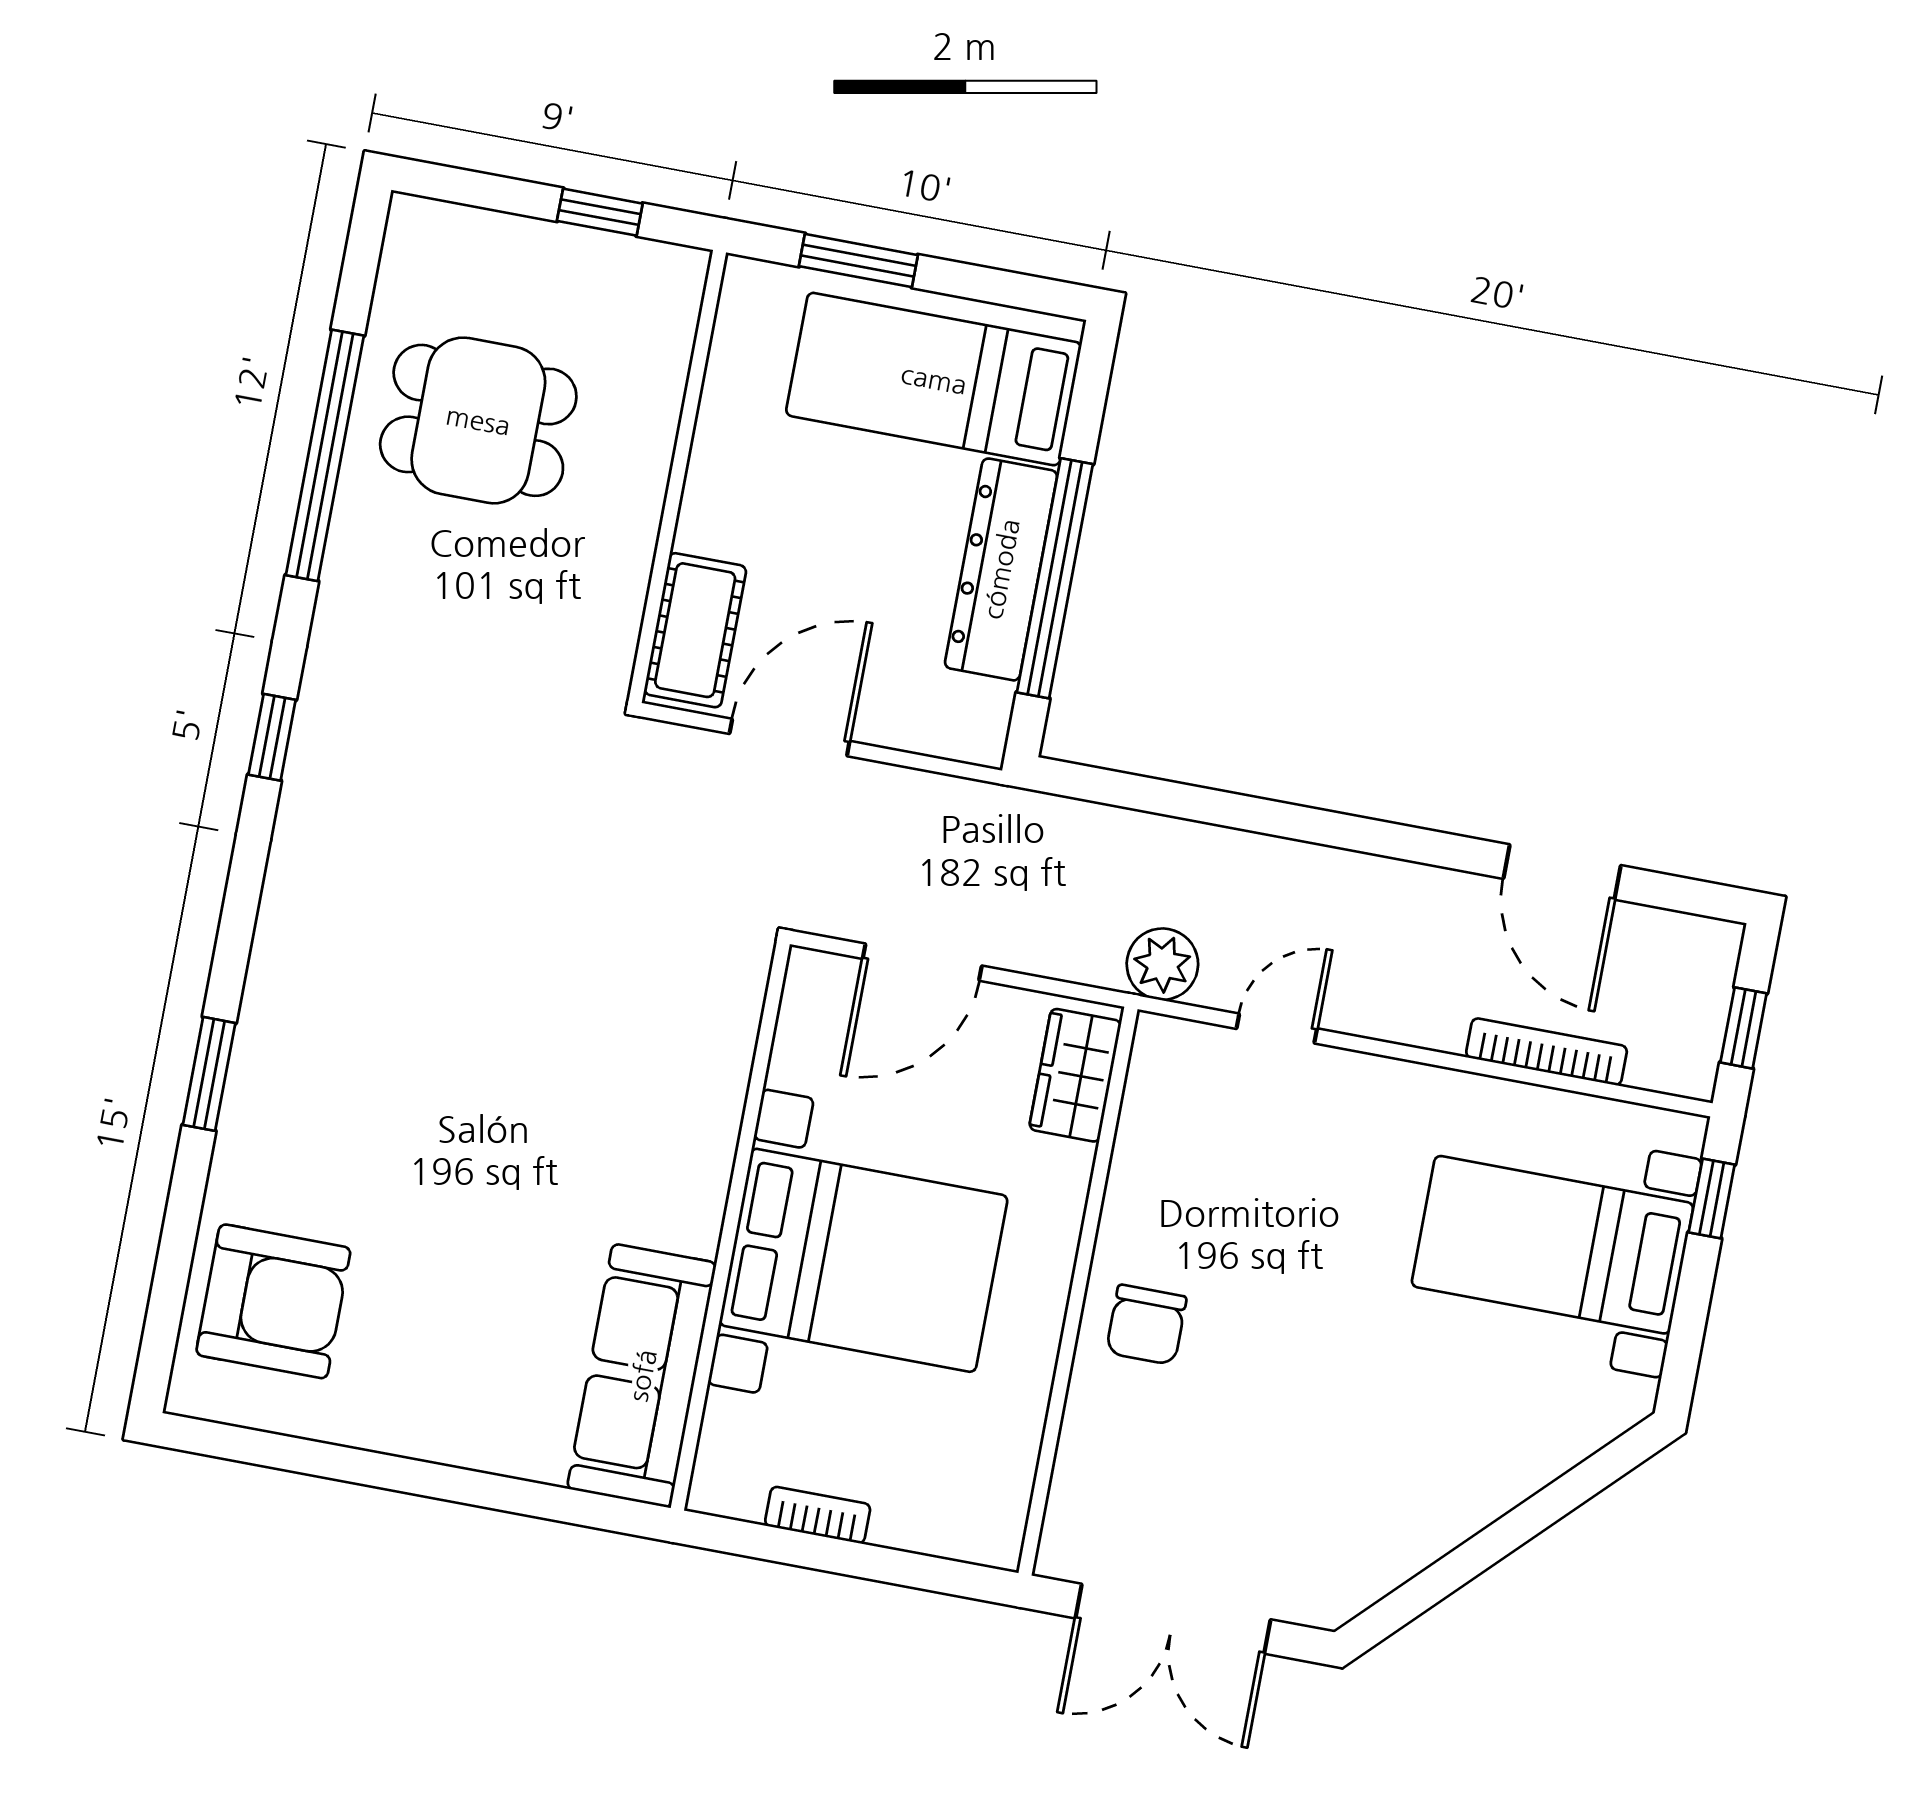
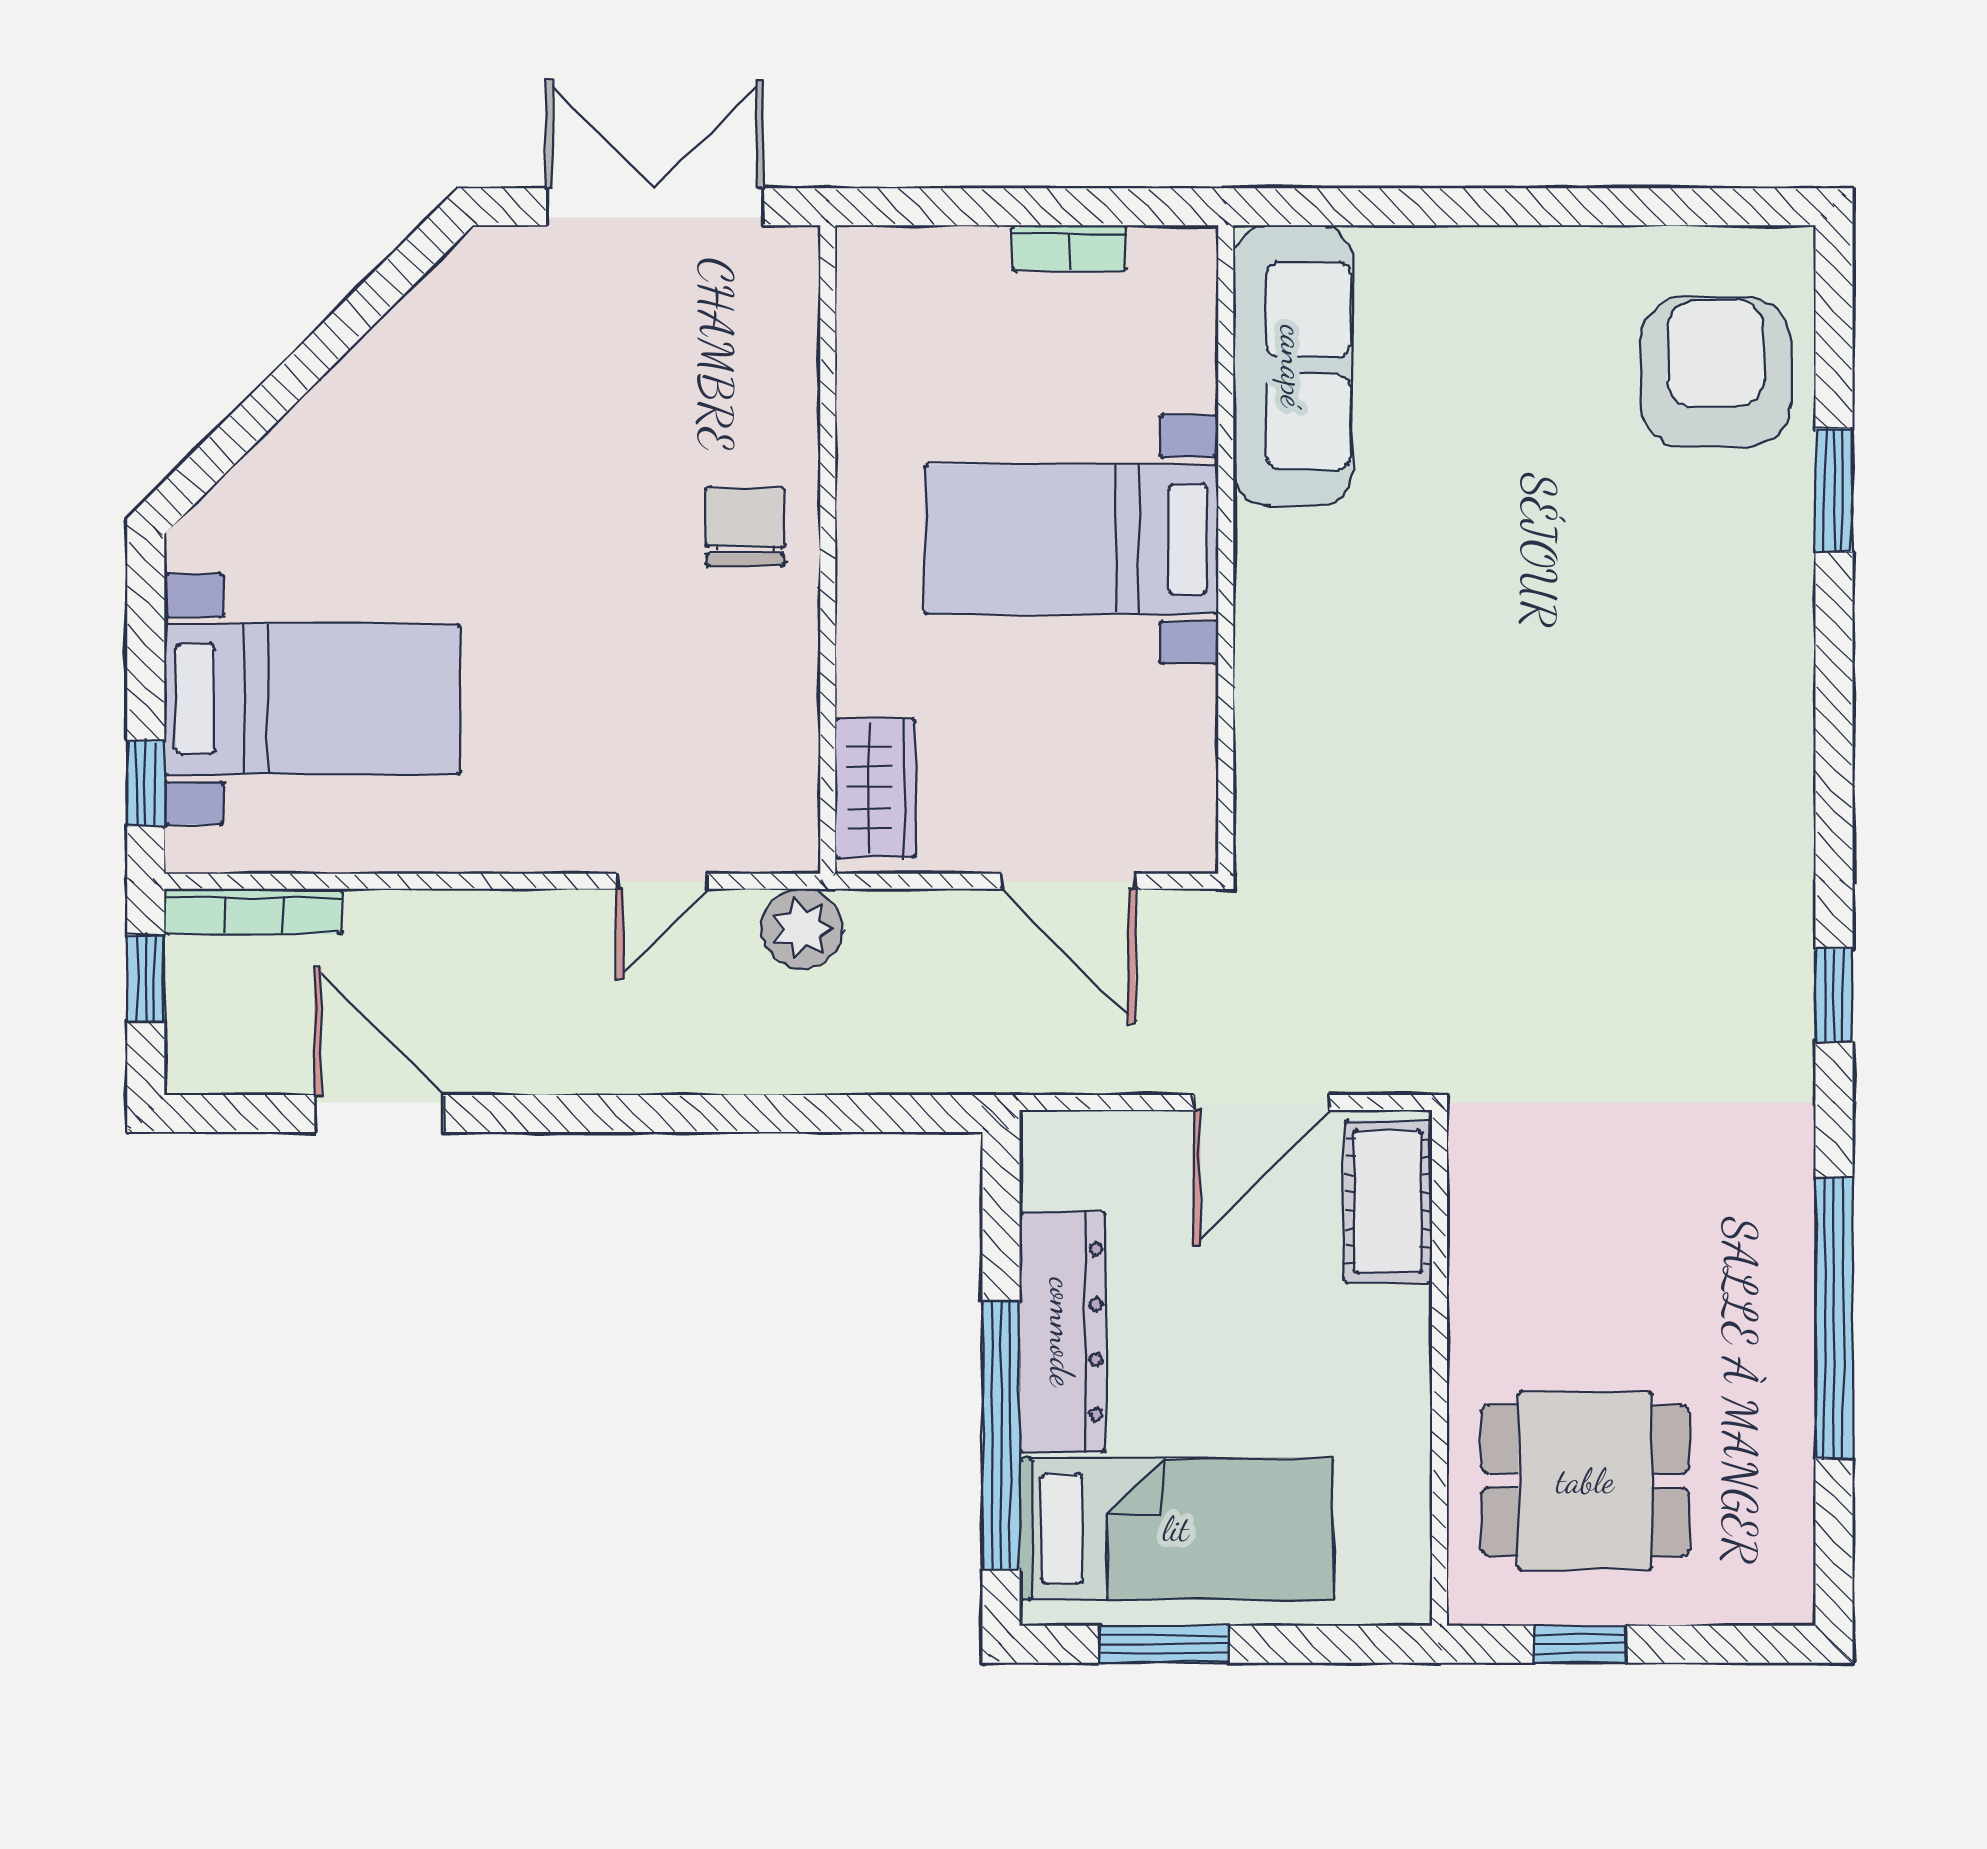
window: (858, 261) -> (1164, 1644), moved
dining table: (478, 420) -> (1585, 1481), moved
window: (1055, 578) -> (1001, 1436), moved
door: (922, 962) -> (1068, 881), swing flipped
bookcase: (1547, 1052) -> (253, 911), moved
window: (209, 1074) -> (1834, 490), moved
bed with nightstands: (863, 1260) -> (1072, 539), width x0.73
armchair: (273, 1301) -> (1716, 372), turned 90

